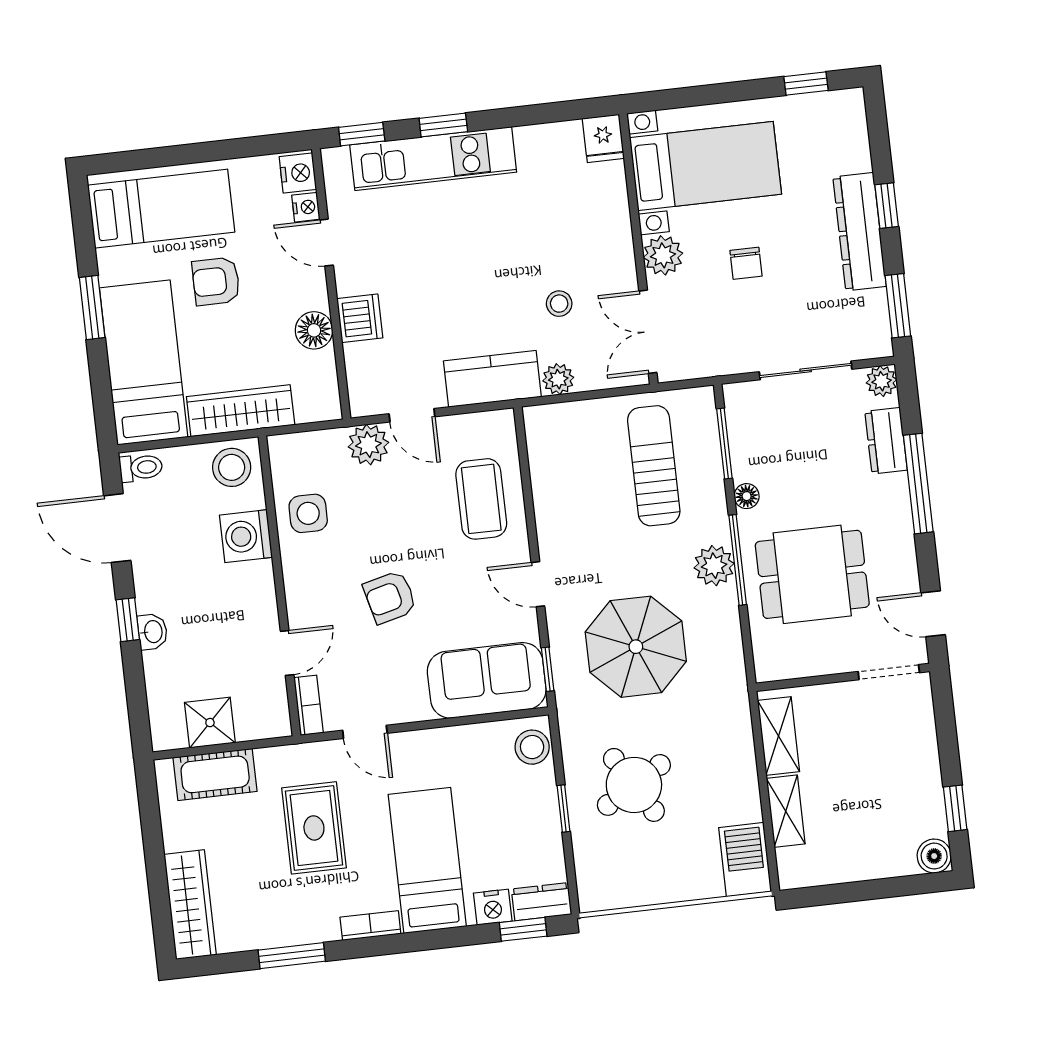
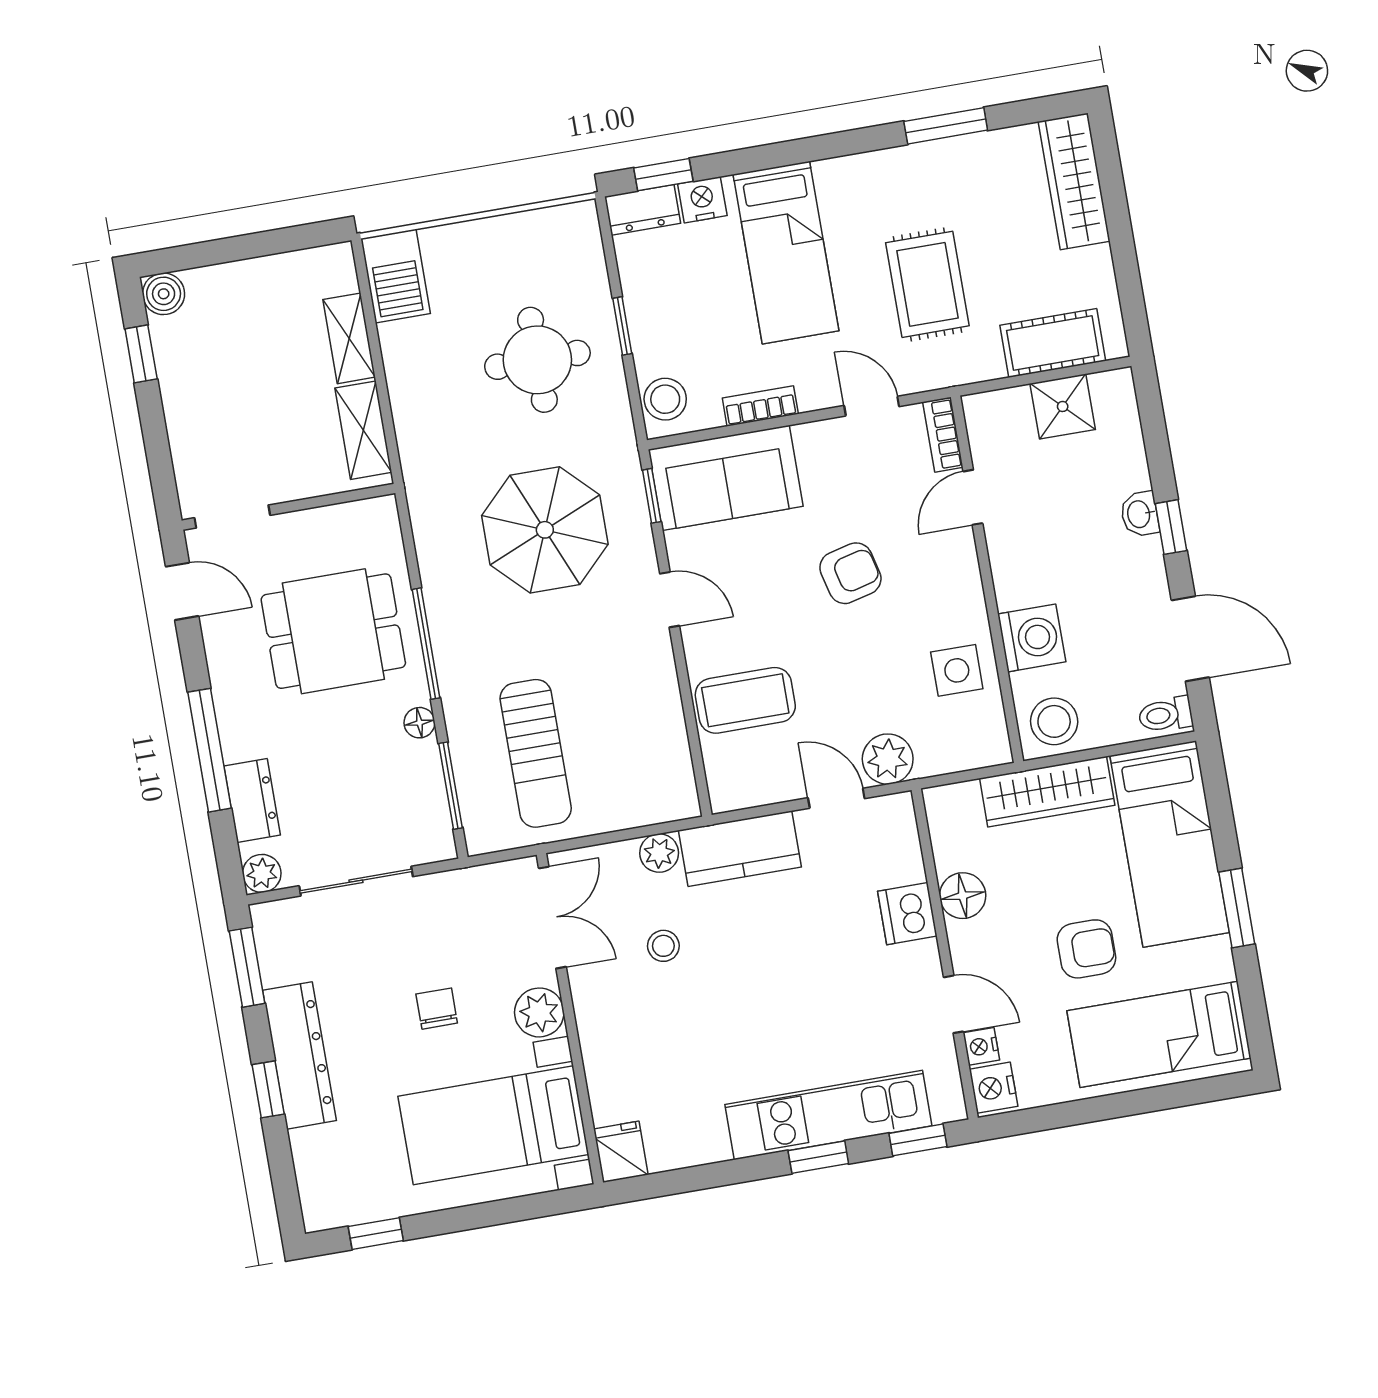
coffee table: (481, 499) -> (745, 700), turned 90
plant: (714, 566) -> (455, 635), removed
round table: (634, 785) -> (537, 360), turned 31
bookcase: (370, 926) -> (760, 406), moved, turned 180

